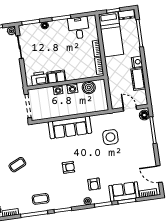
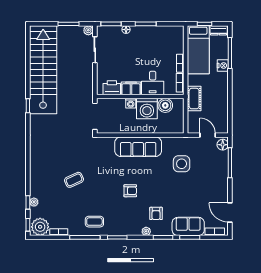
desk: (79, 28) -> (153, 83), moved, turned 180
nightstand: (137, 62) -> (223, 65), moved
cot: (138, 79) -> (194, 99), moved
washing machine: (72, 88) -> (147, 109), width x1.89, depth x1.89

